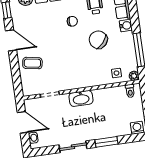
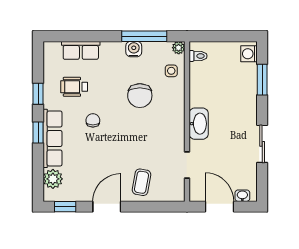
water cooler: (126, 26) -> (134, 49), moved
chair: (98, 40) -> (140, 96), moved, turned -41
door: (23, 122) -> (219, 207), hinge flipped
window: (106, 142) -> (262, 80), moved

